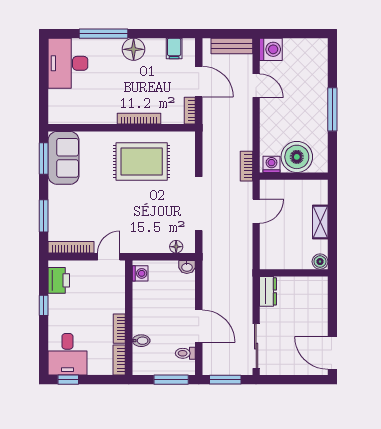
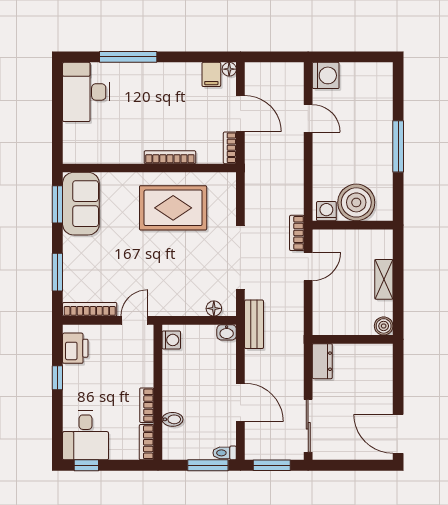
bench: (232, 46) -> (254, 324), moved, turned 90
floor lamp: (134, 49) -> (229, 69), moved, width x0.53, depth x0.53
bookcase: (246, 166) -> (297, 233), moved
toilet: (185, 353) -> (225, 453), moved

